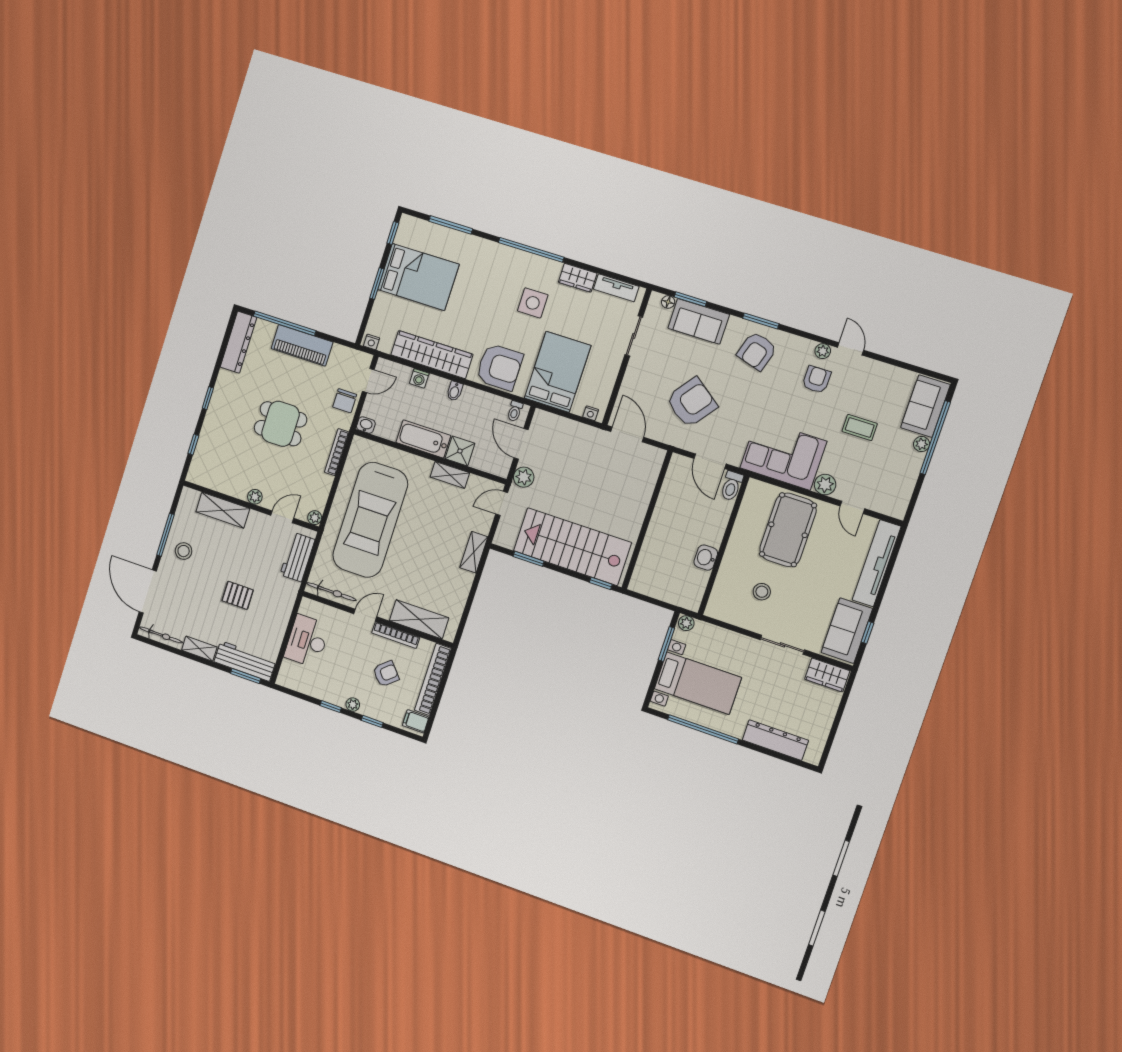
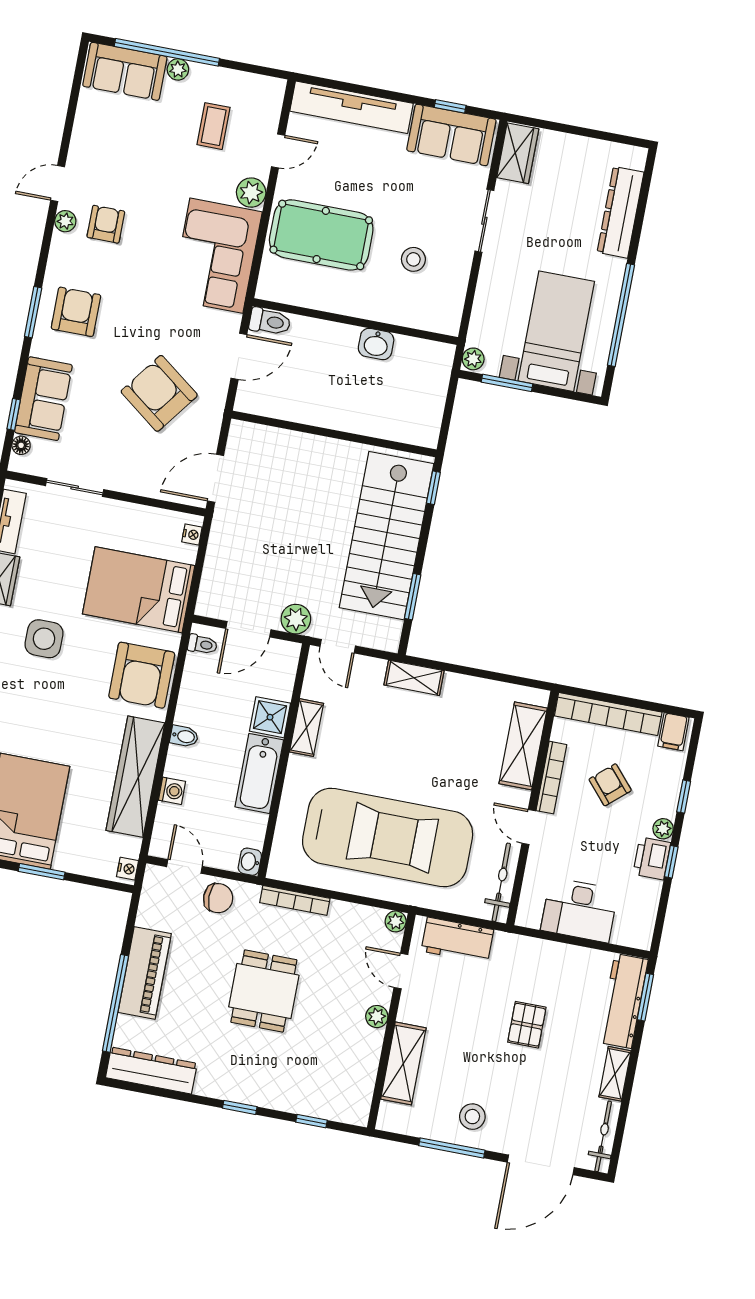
window: (690, 299) -> (14, 414), width x0.67
armchair: (757, 351) -> (76, 312), turned -107
armchair: (499, 367) -> (142, 675), turned 180
armchair: (817, 379) -> (106, 224), turned 90
coffee table: (860, 427) -> (214, 126), moved
printer: (334, 694) -> (652, 858), added

